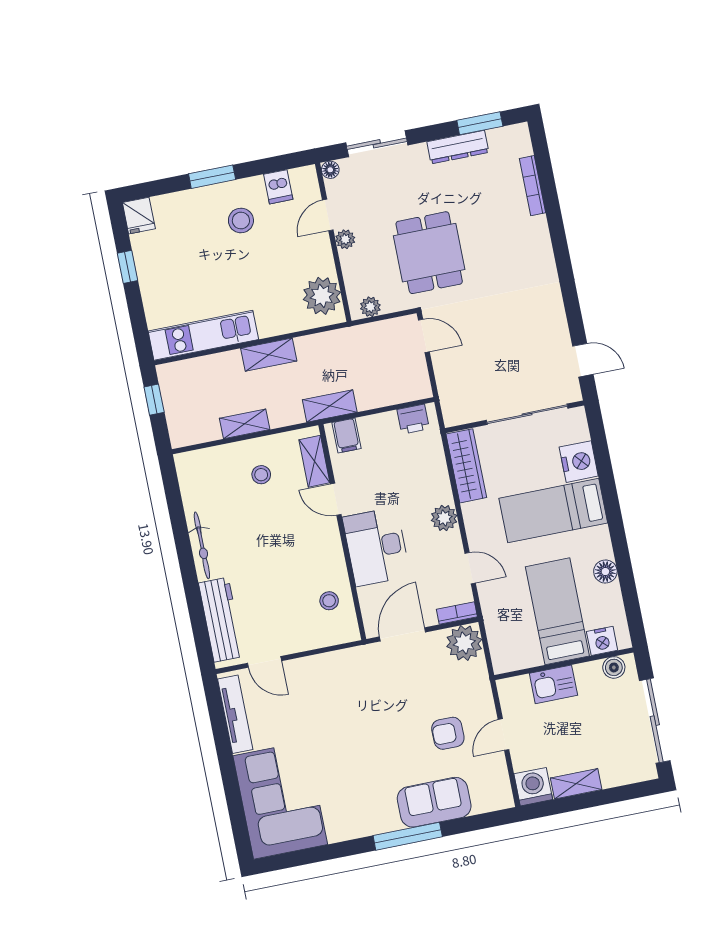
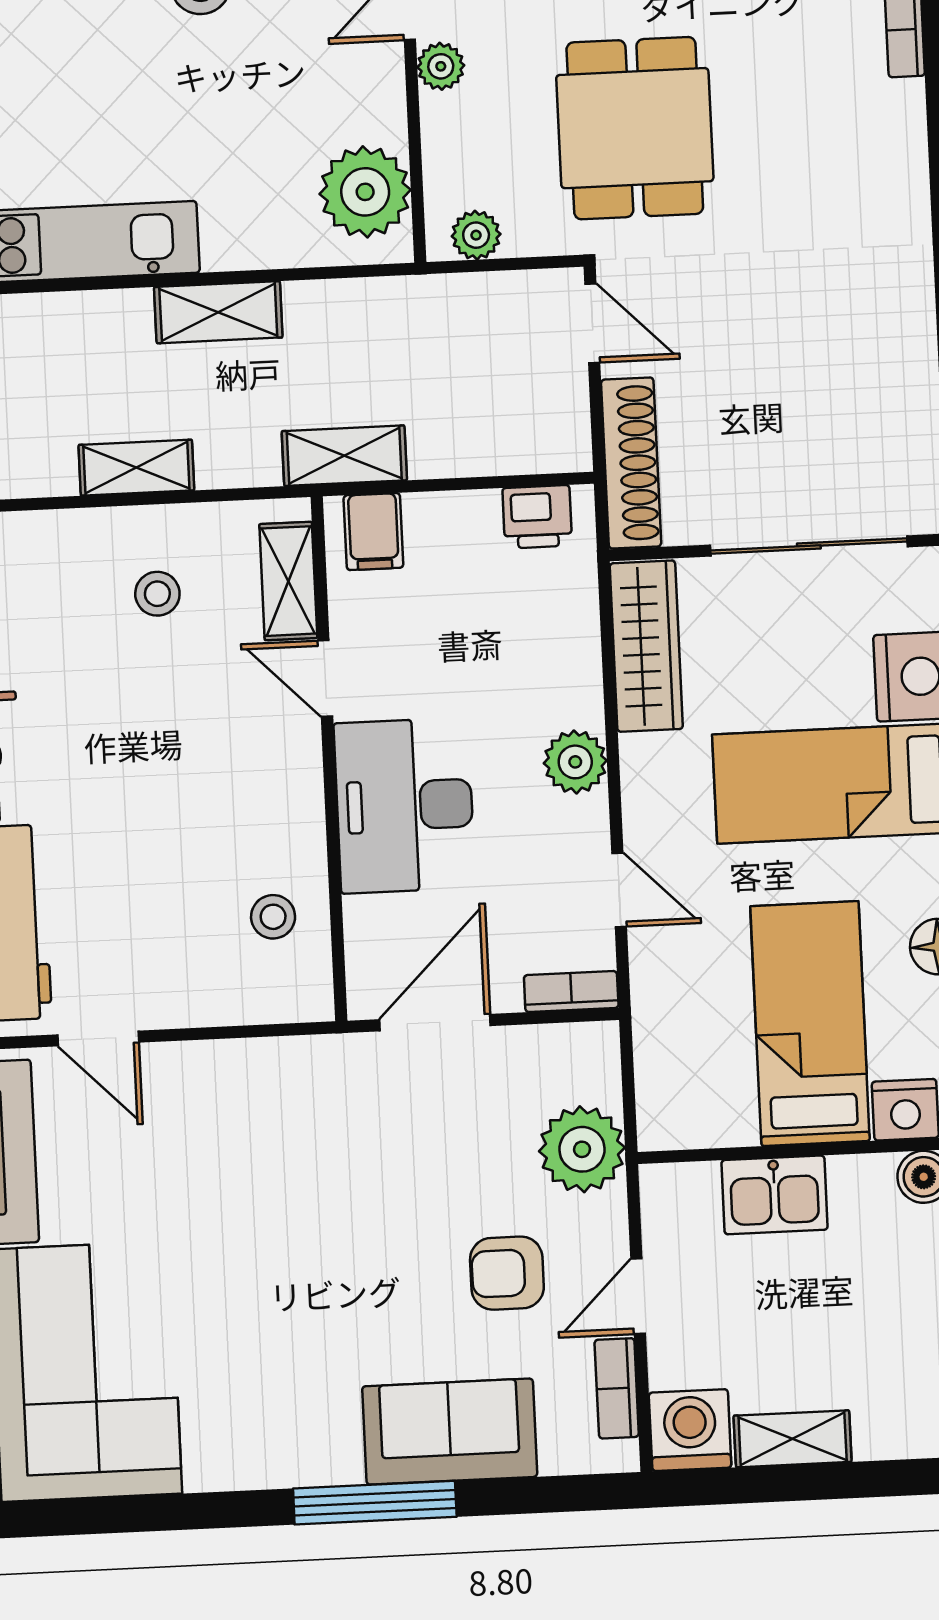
shoe rack: (449, 391) -> (631, 463), added
plant: (464, 643) -> (582, 1149), moved
bookcase: (500, 774) -> (617, 1388), added

